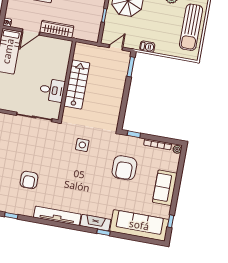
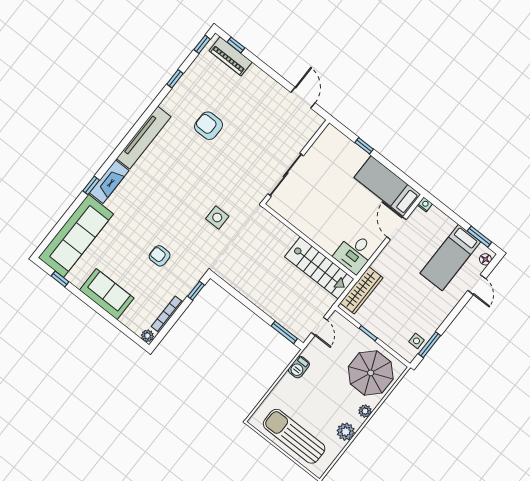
wardrobe: (57, 29) -> (362, 290), moved
stairs: (77, 84) -> (319, 268), moved
desk: (52, 90) -> (355, 253), moved
armchair: (124, 168) -> (160, 256), width x0.53, depth x0.53

